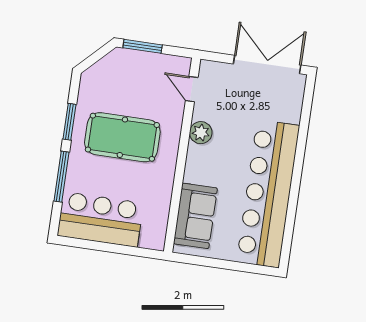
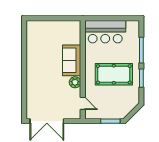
bar counter: (268, 194) -> (37, 57), removed
sofa: (195, 216) -> (72, 60), moved
bar counter: (100, 219) -> (105, 32), moved

